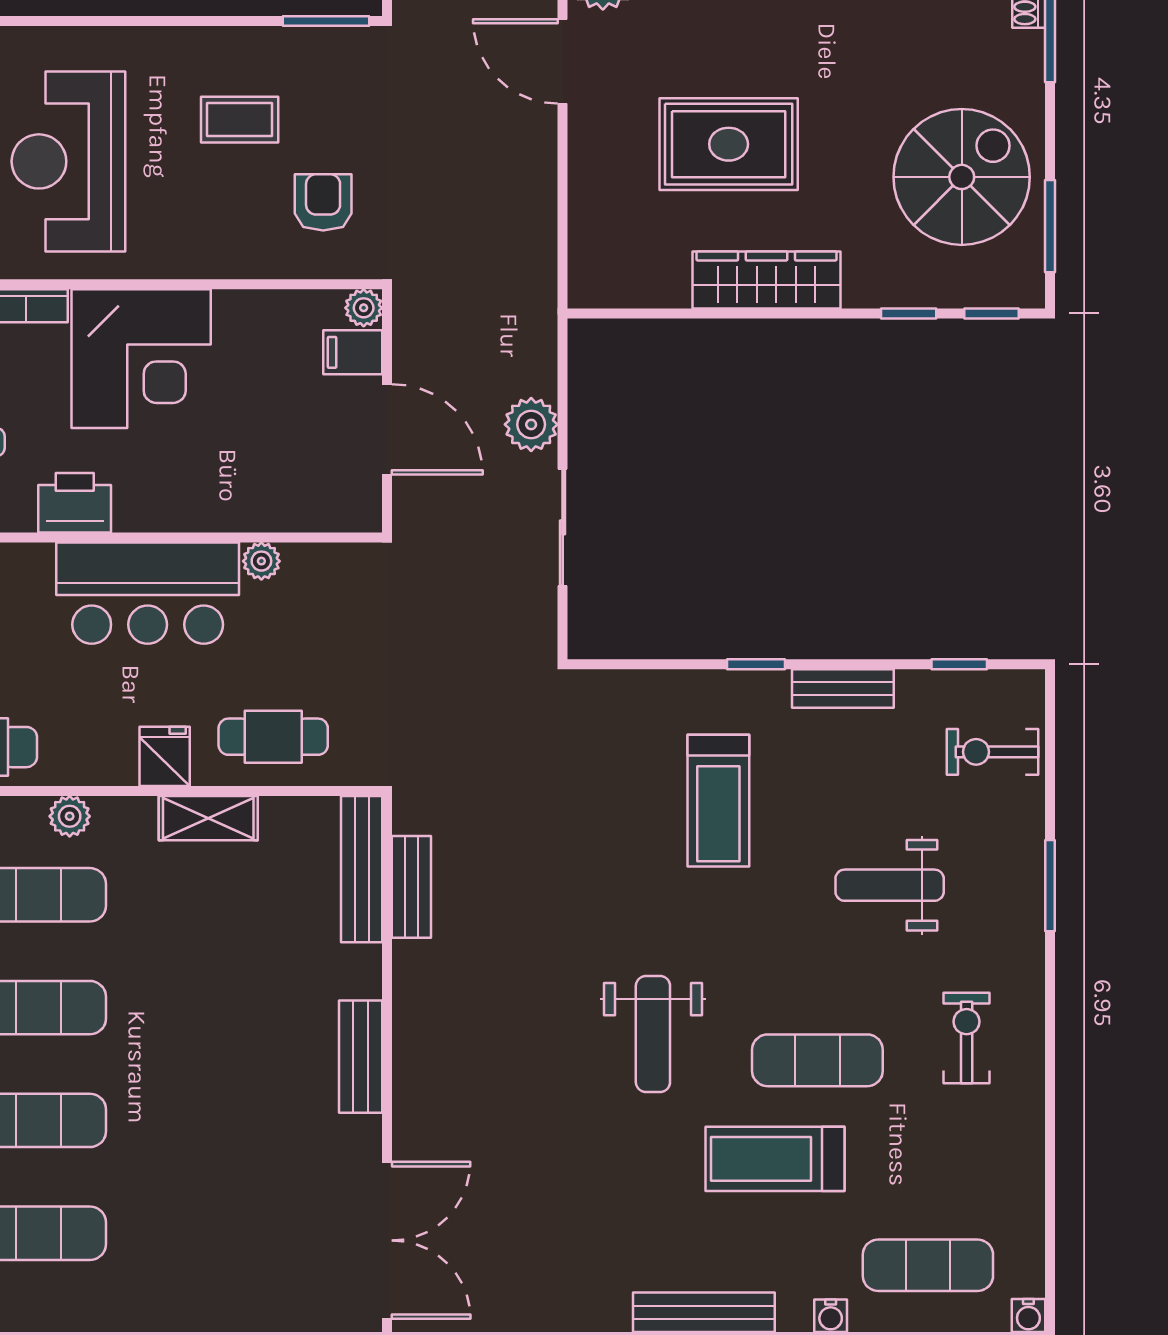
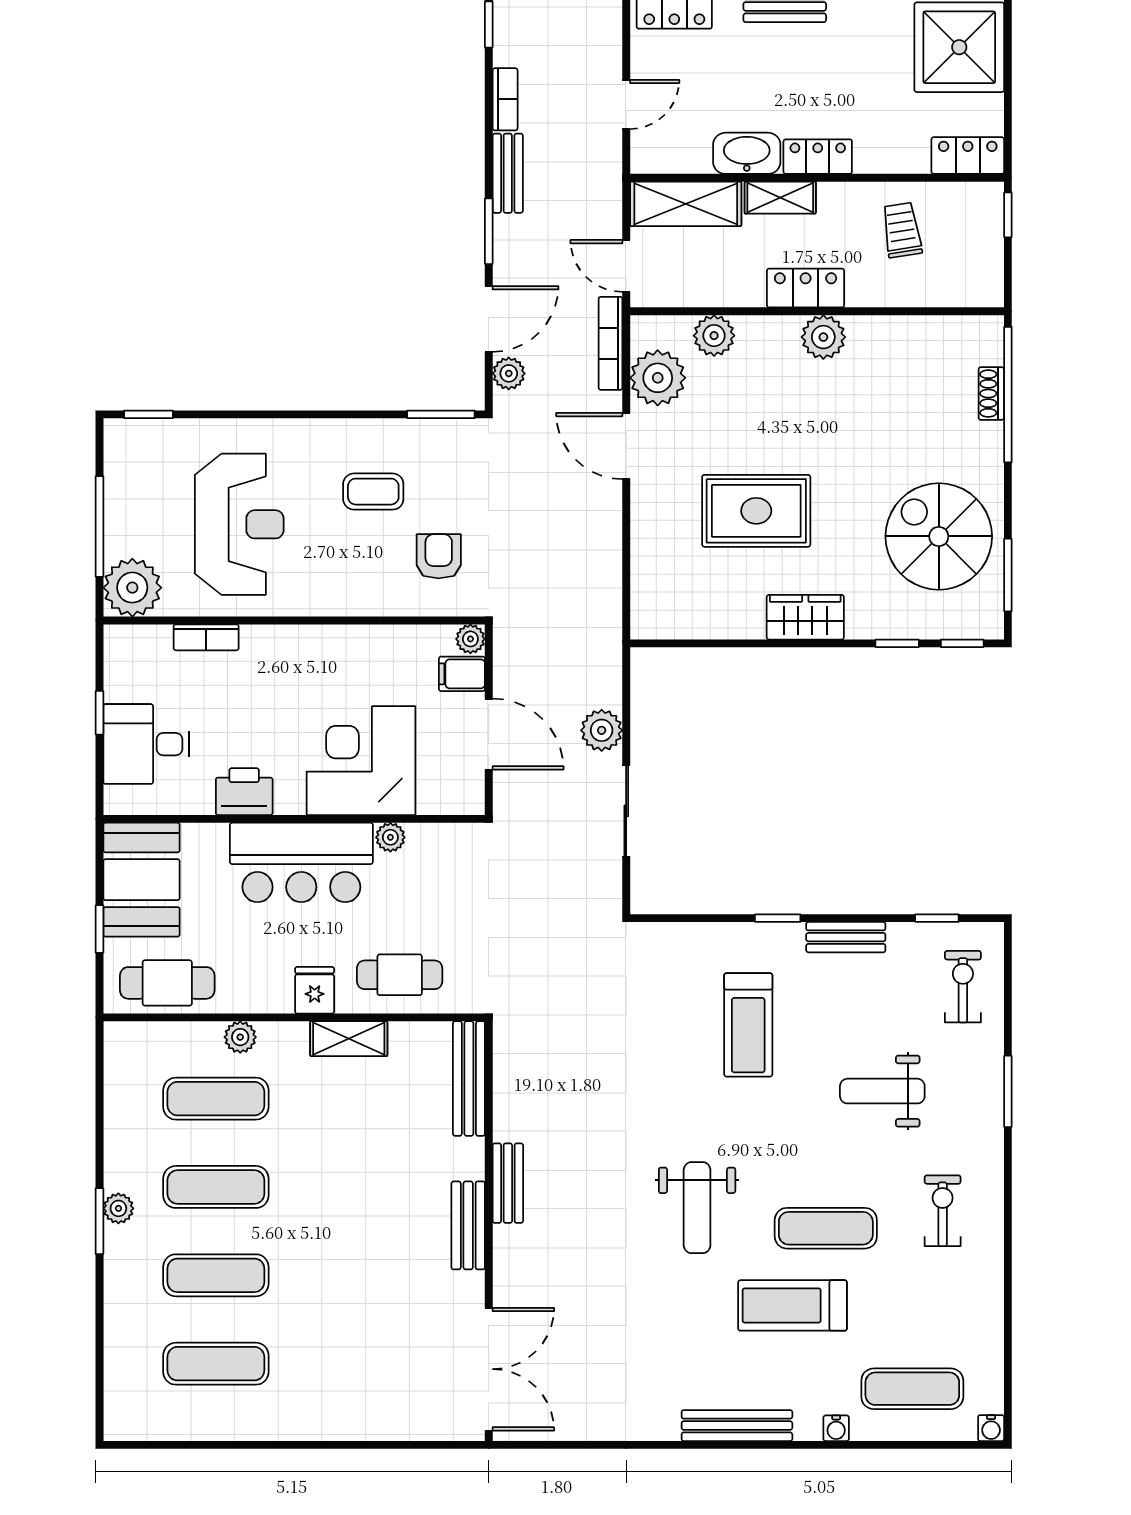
reception desk: (68, 161) -> (239, 524), turned 180
spiral stairs: (962, 177) -> (939, 536), turned -90
wardrobe: (767, 280) -> (805, 617), width x0.67
corner desk: (141, 359) -> (361, 761), moved, turned 180
exercise bike: (992, 752) -> (963, 987), turned 90
bench: (411, 887) -> (508, 1183), moved

